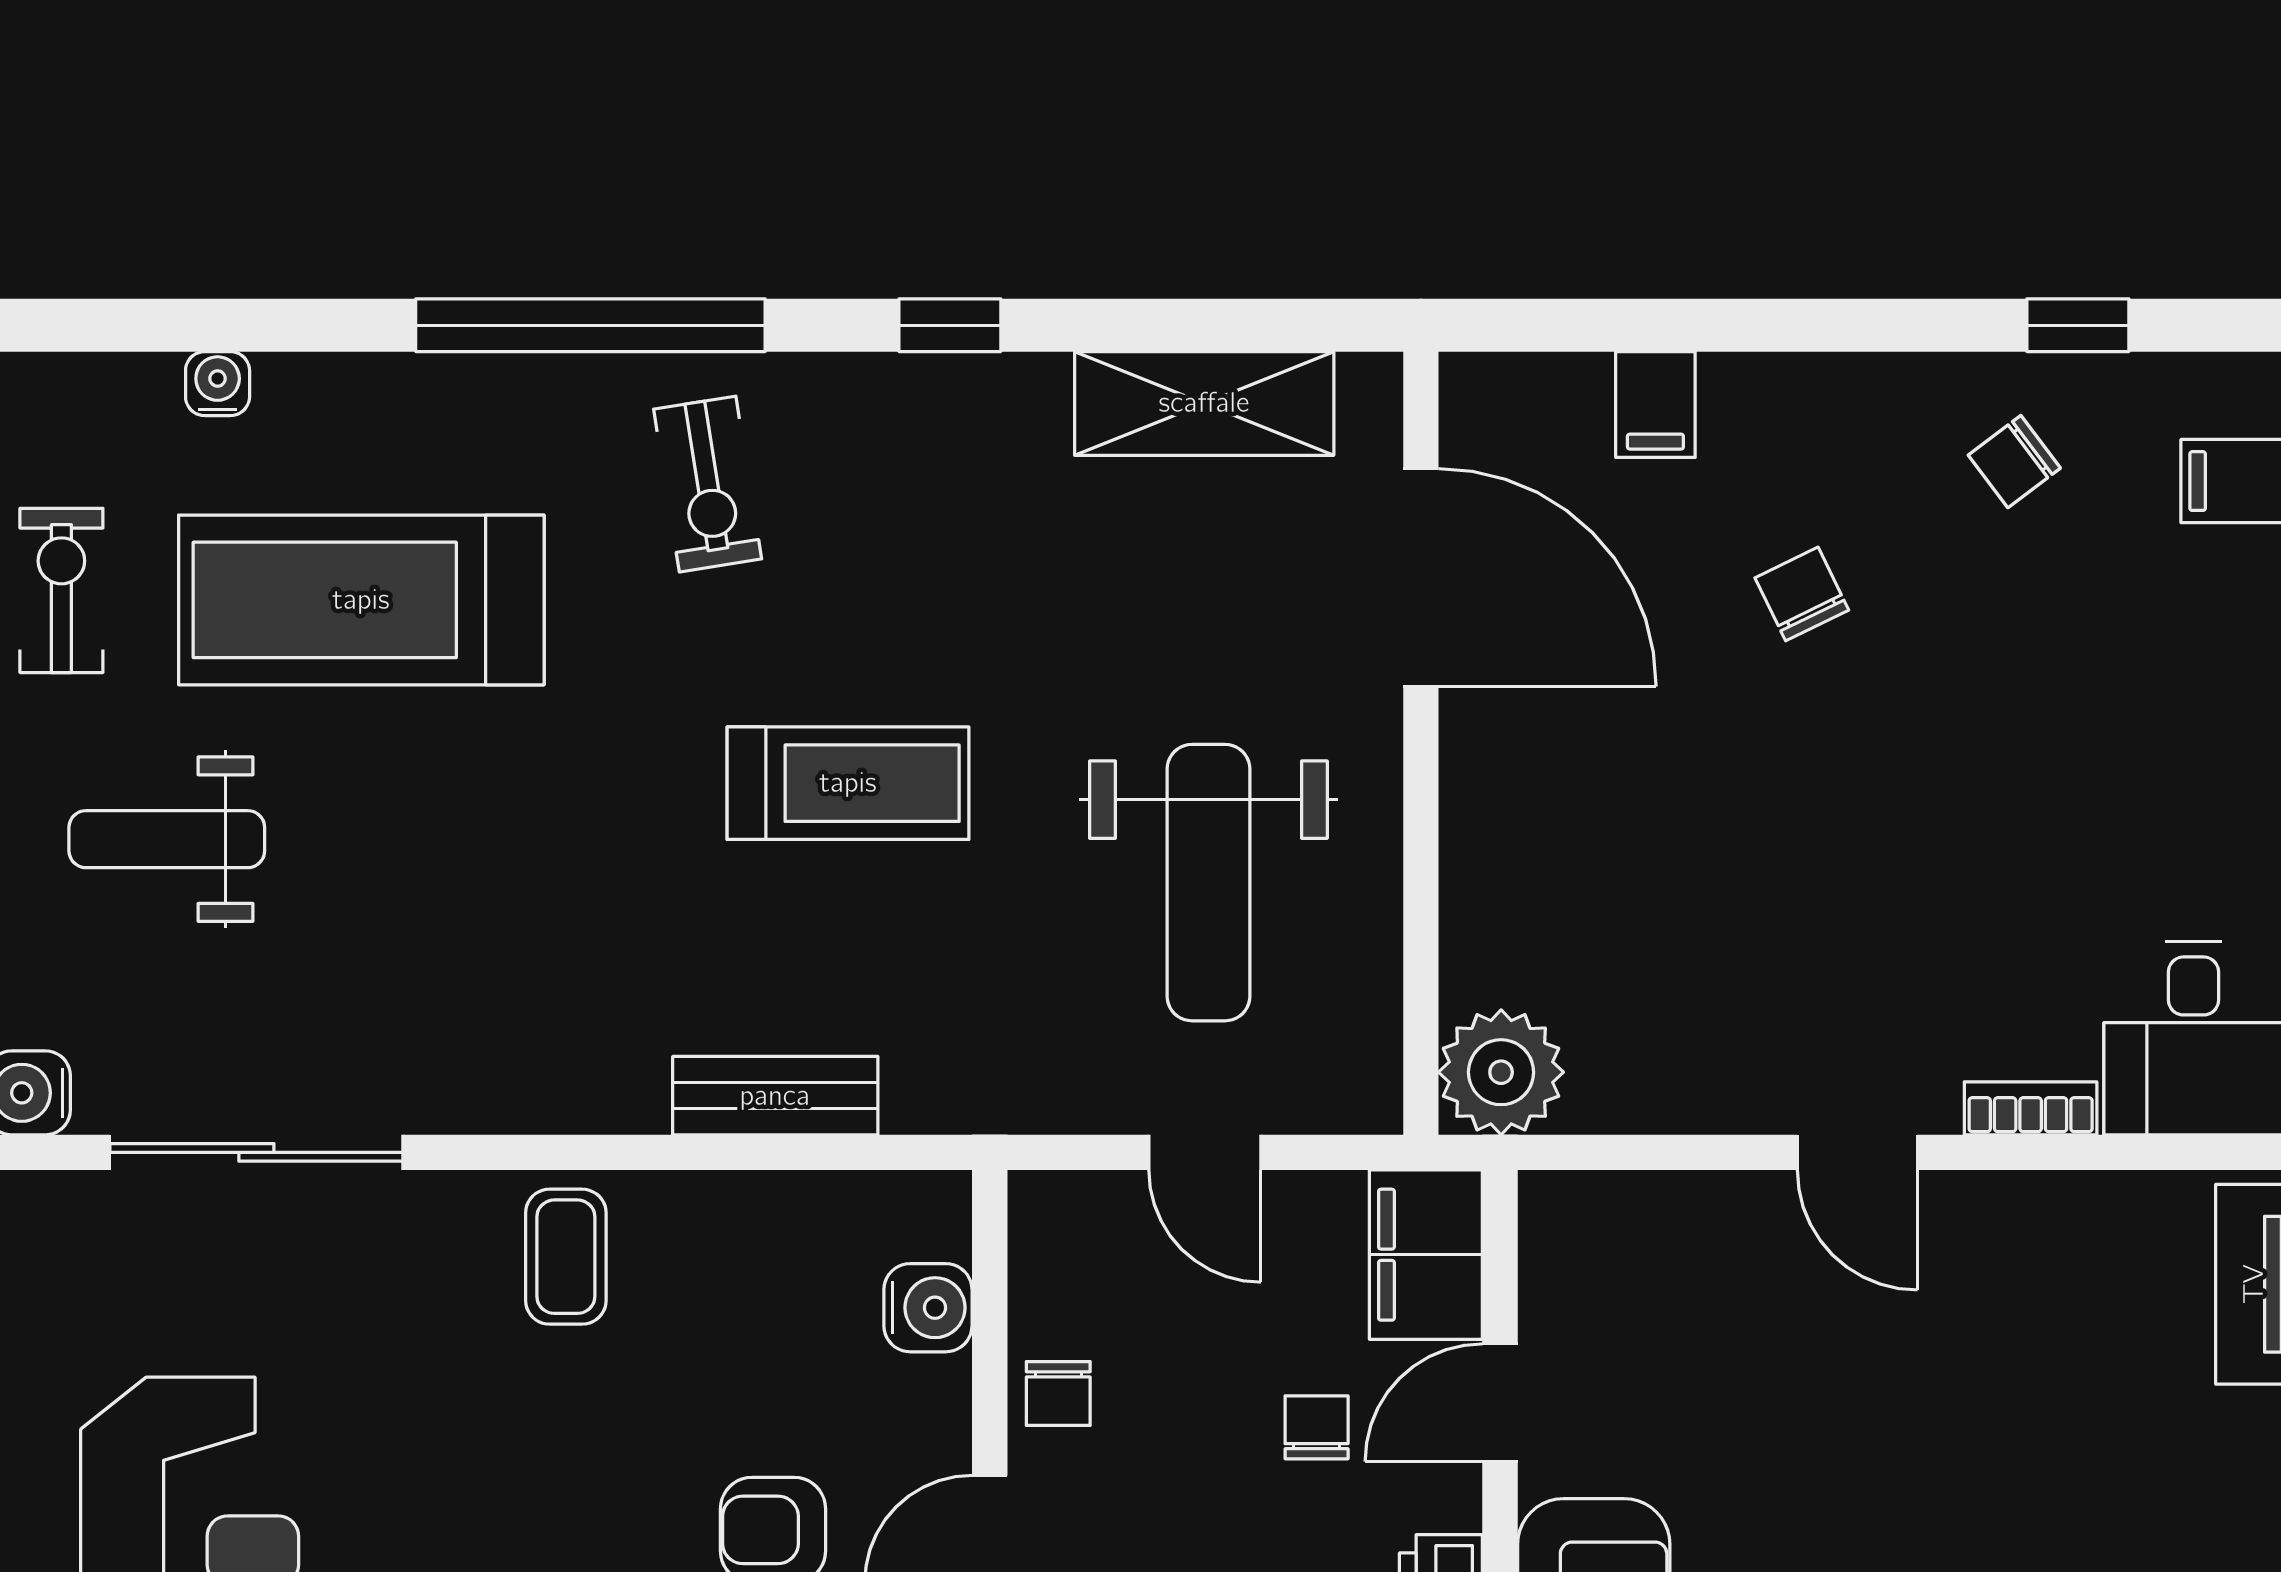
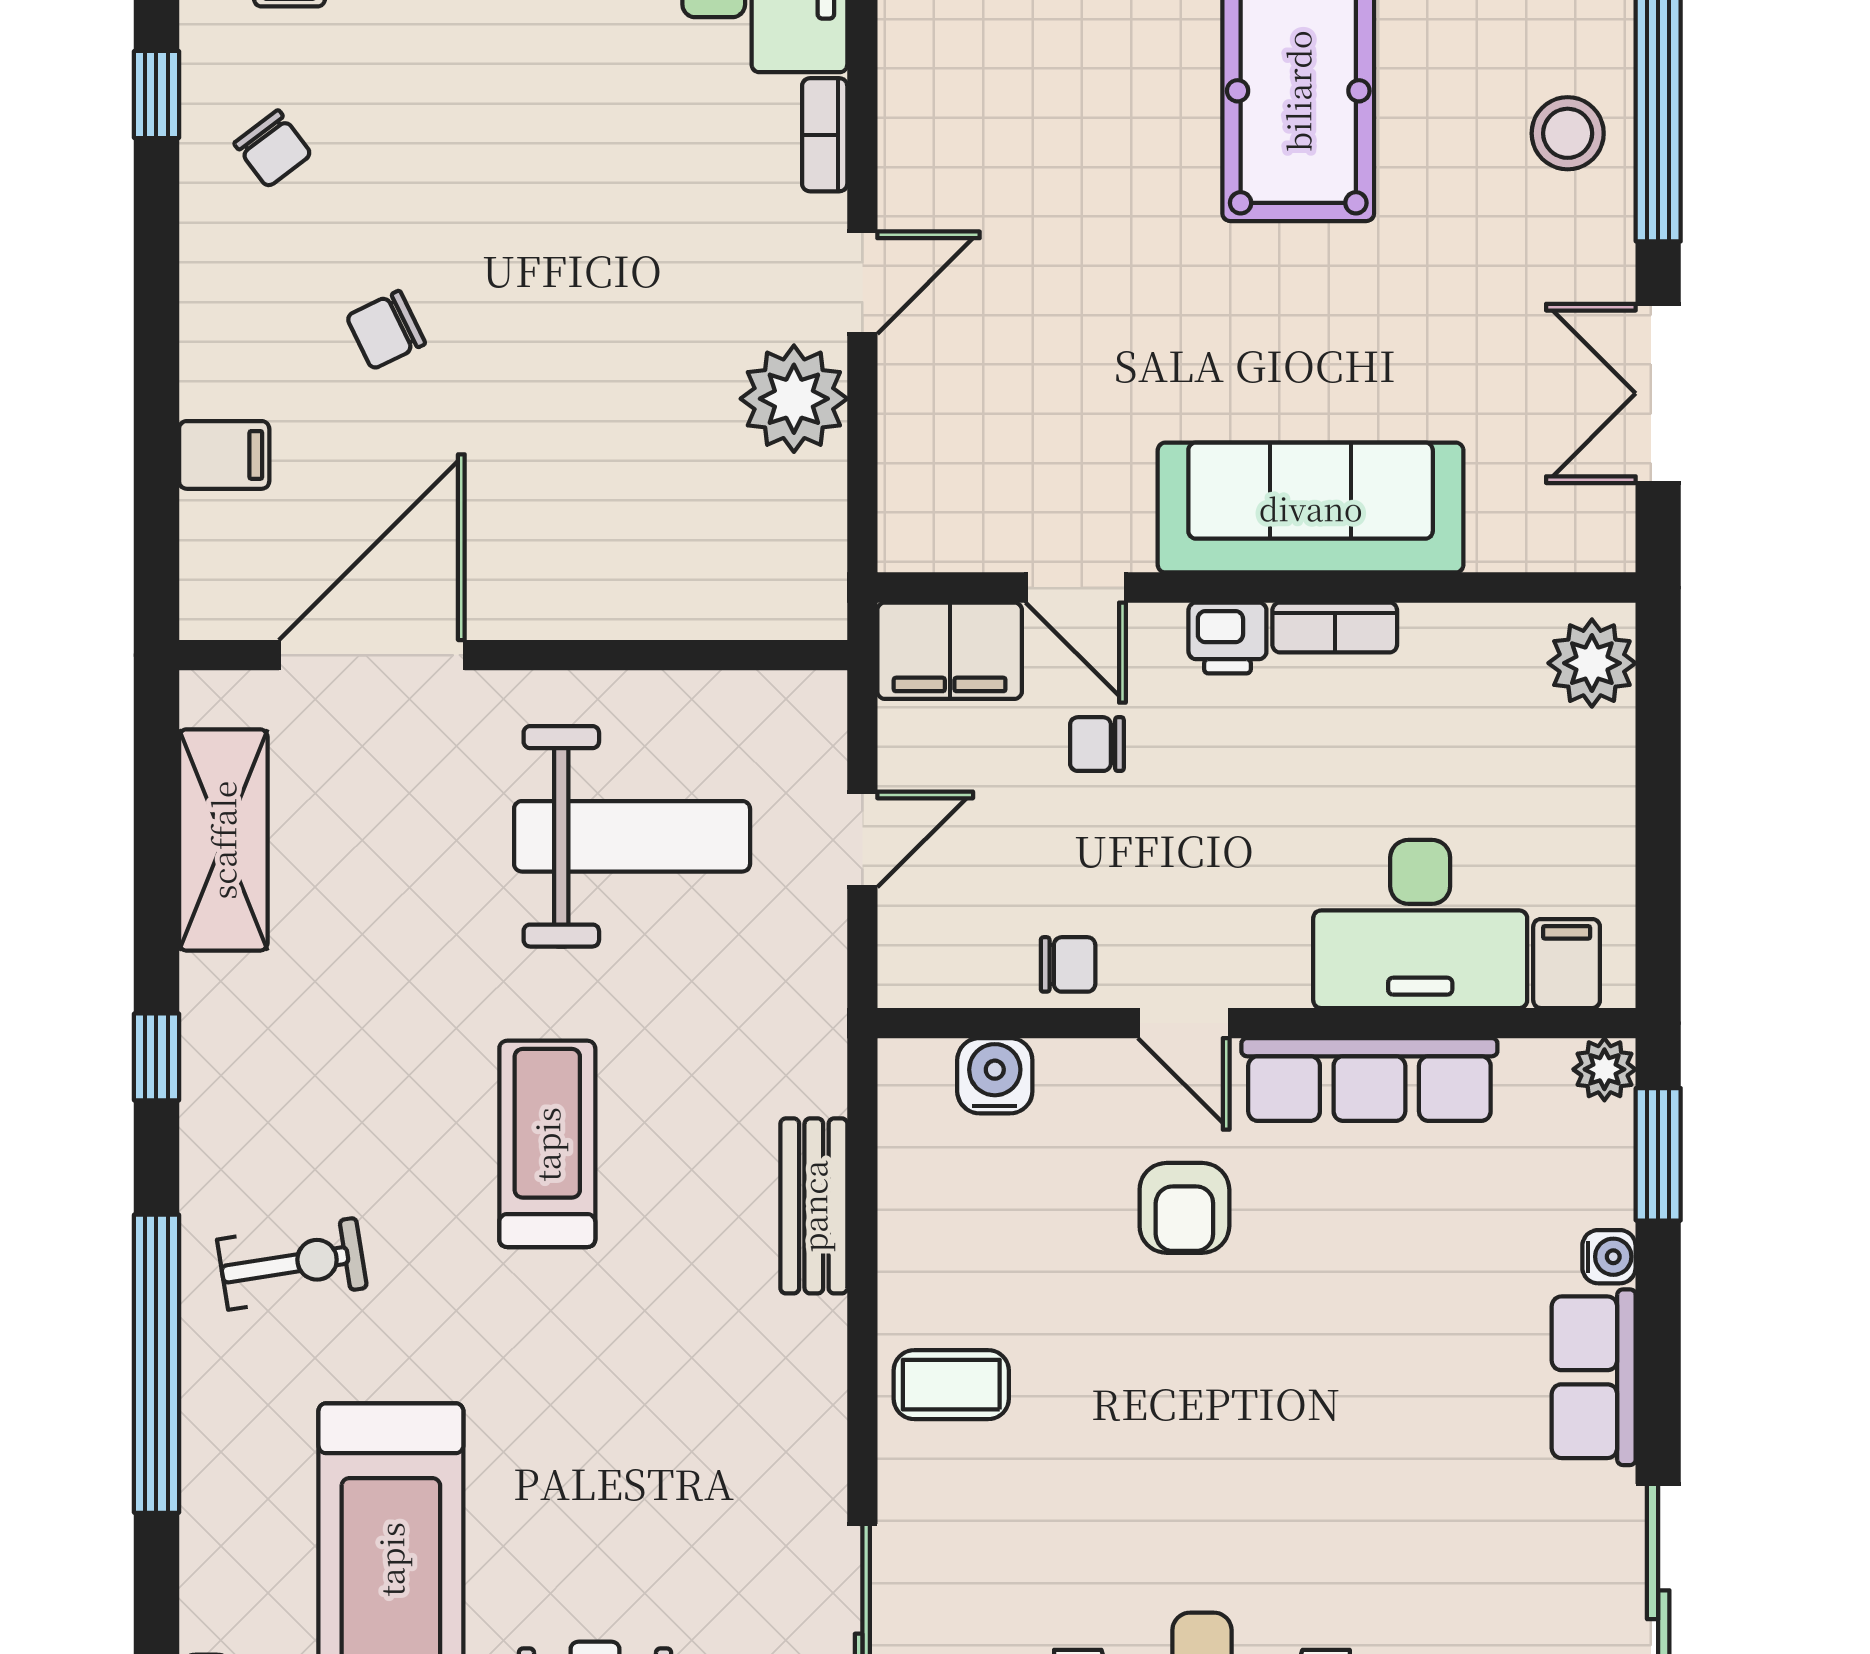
plant: (1501, 1072) -> (794, 399), moved

